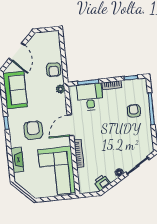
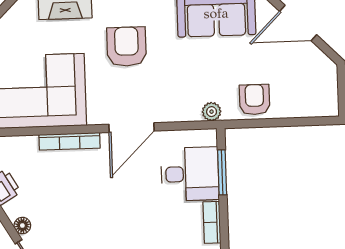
armchair: (54, 70) -> (254, 100), turned 87
door: (71, 125) -> (132, 128), swing flipped
armchair: (33, 130) -> (127, 47), turned -90

